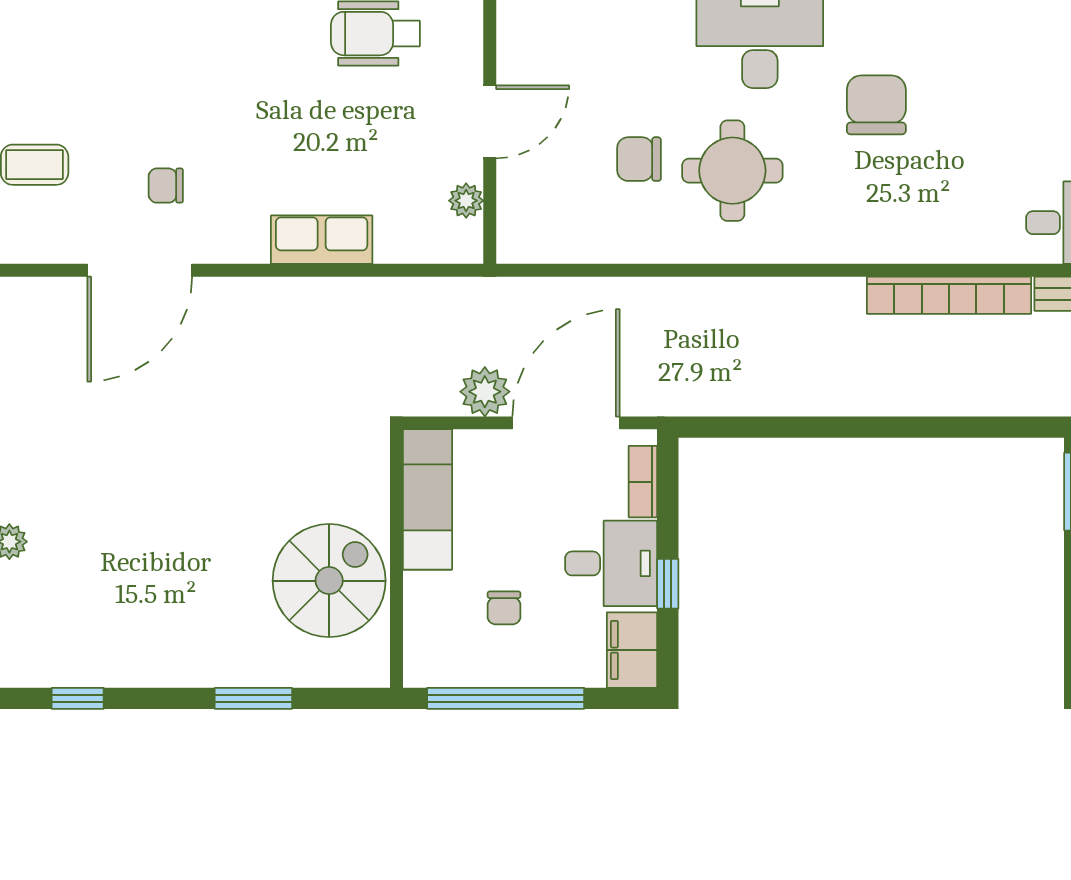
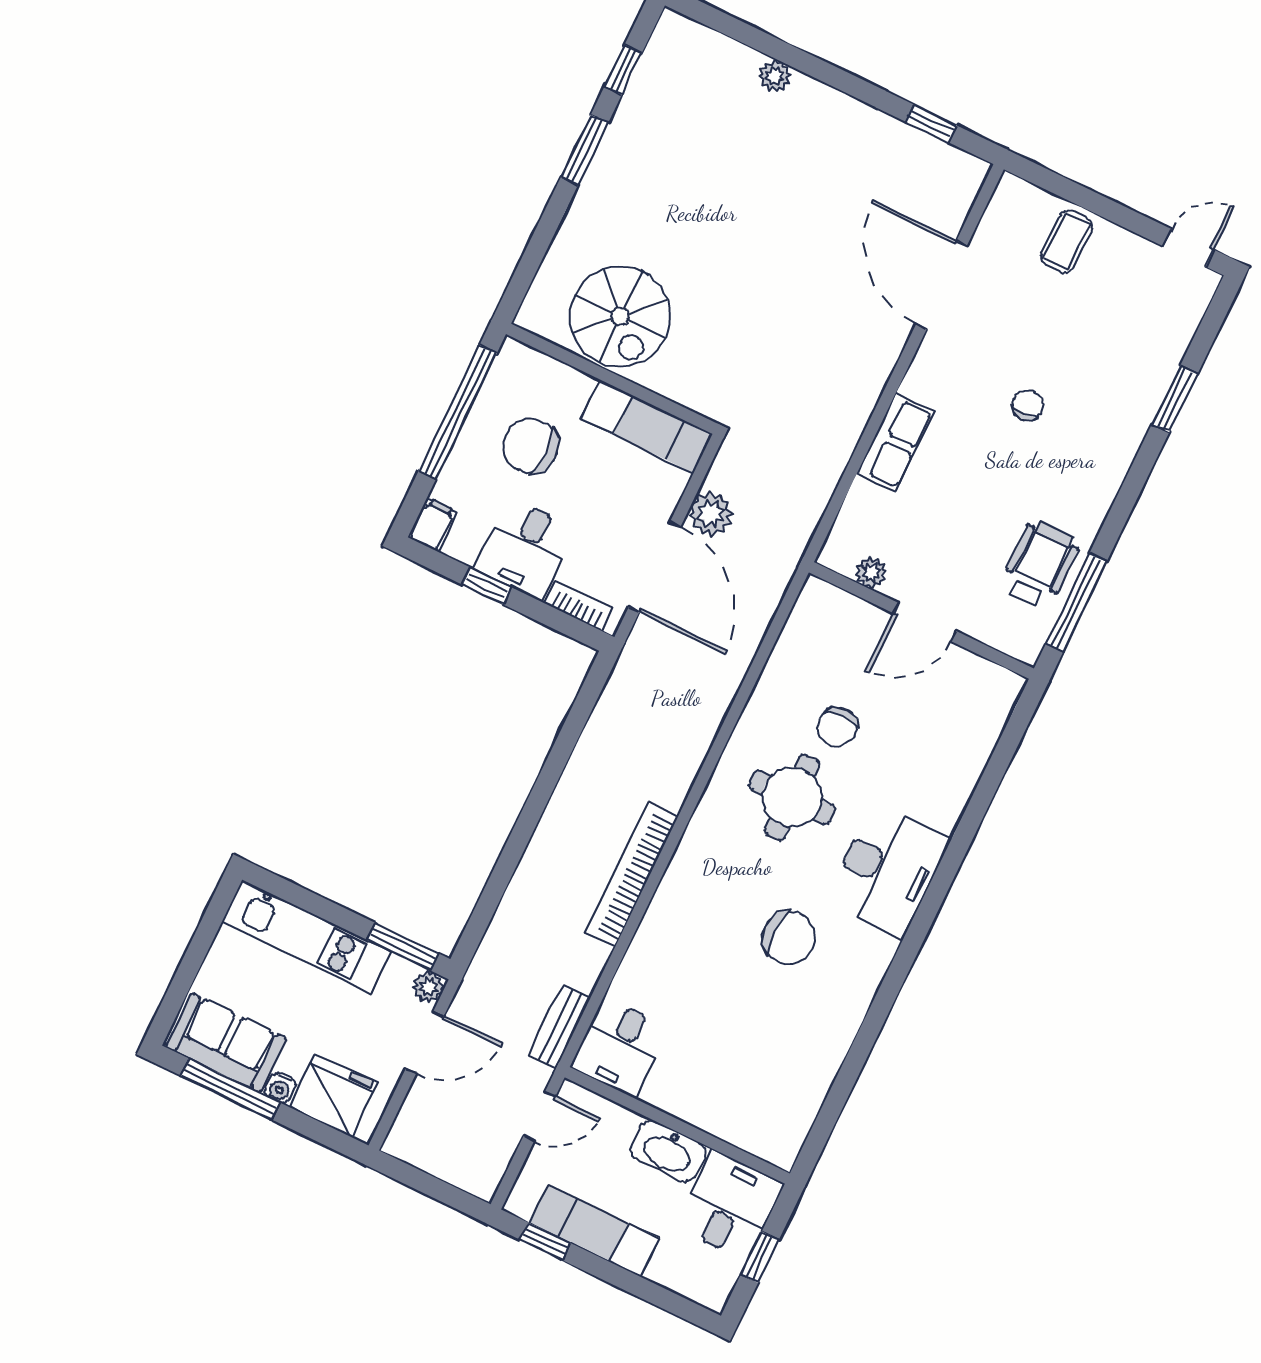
door: (490, 122) -> (925, 622), hinge flipped
chair: (639, 159) -> (837, 727), turned 180
chair: (166, 186) -> (1028, 405), moved
bookcase: (949, 295) -> (632, 875), moved
chair: (504, 608) -> (531, 446), width x1.87, depth x1.87
filing cabinet: (632, 650) -> (432, 524), width x0.50
window: (253, 698) -> (584, 150), moved

